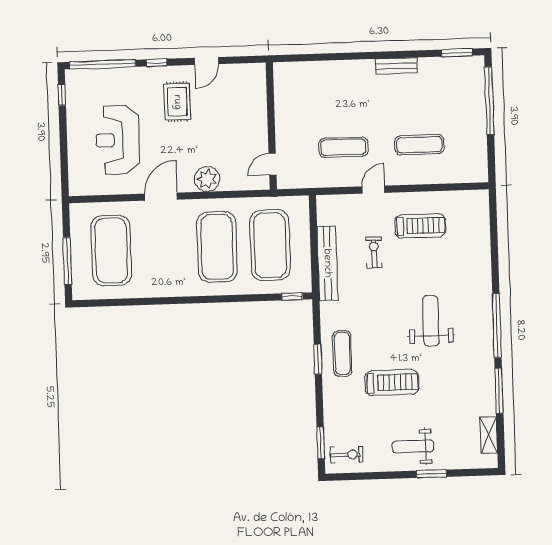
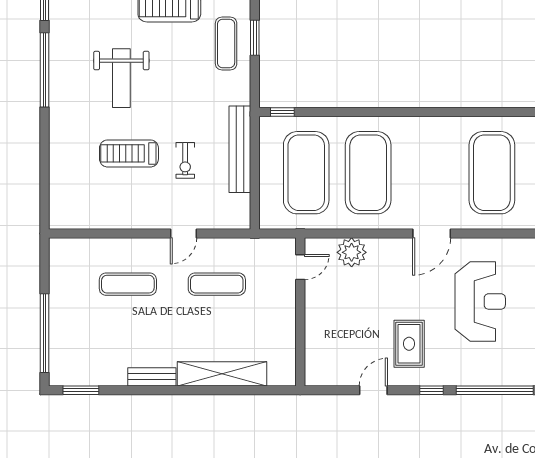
shelving: (336, 71) -> (222, 374), added
plant: (207, 179) -> (352, 252), moved
treadmill: (420, 226) -> (129, 153), moved

